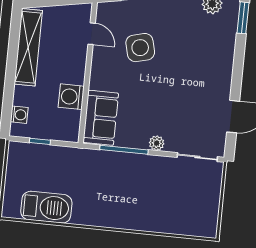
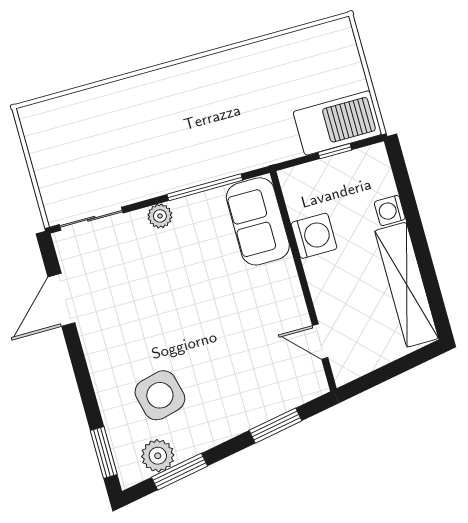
side table: (140, 48) -> (160, 395), moved
washing machine: (19, 115) -> (390, 210), moved
barbecue: (46, 207) -> (337, 123), moved, turned 180

